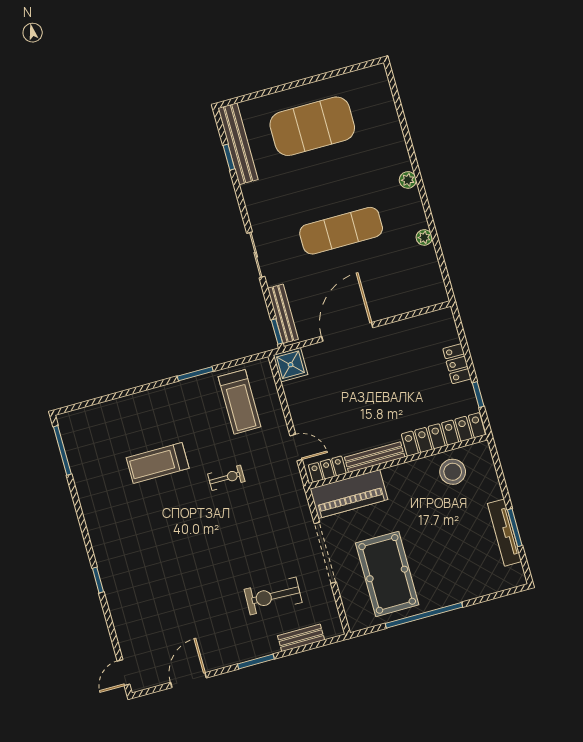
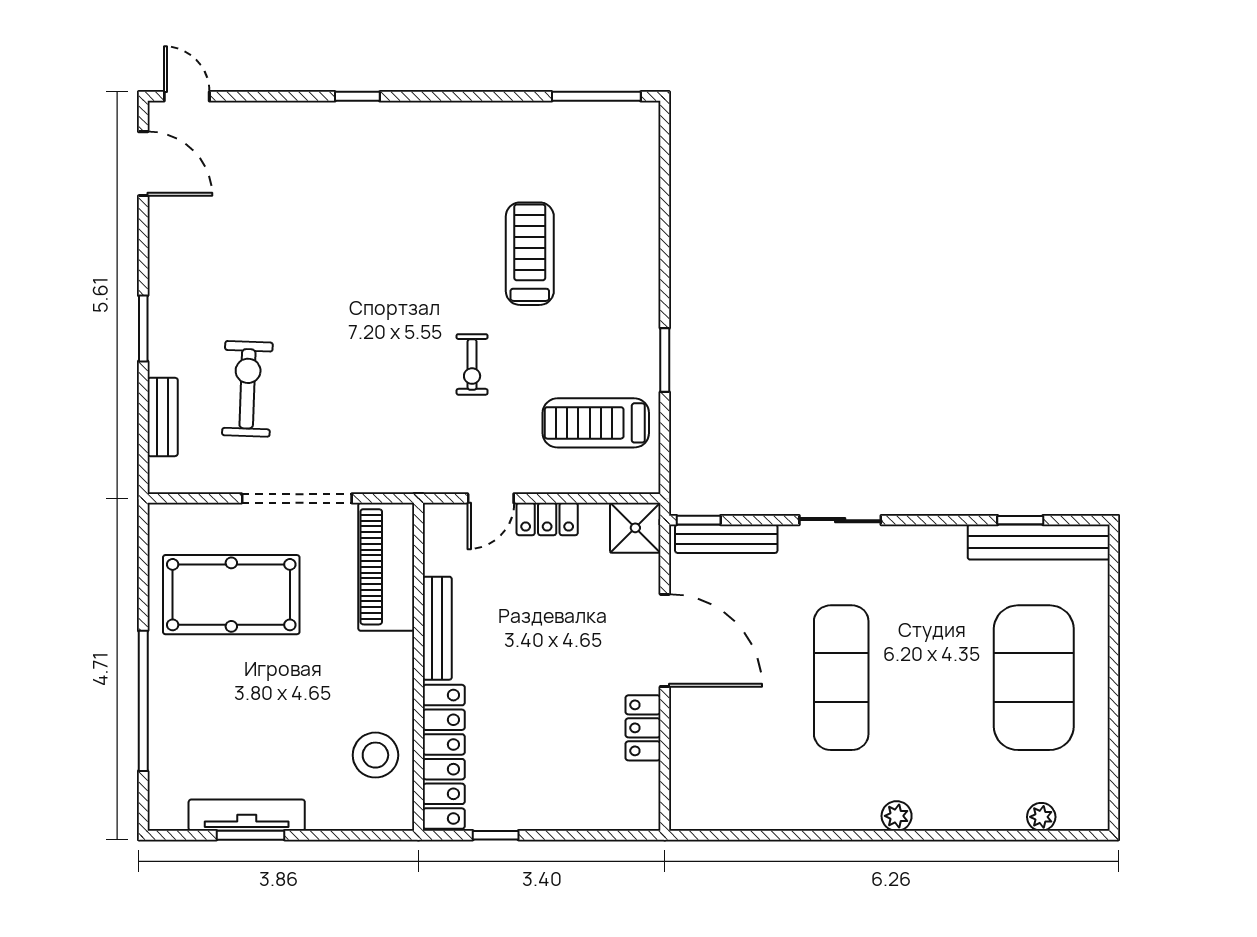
plant: (424, 237) -> (1041, 817), moved
locker: (457, 364) -> (643, 728), moved, turned -90
locker: (327, 469) -> (547, 519), moved, turned 90
window: (424, 615) -> (143, 701), moved
door: (189, 680) -> (143, 164), moved

